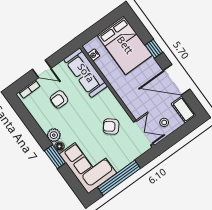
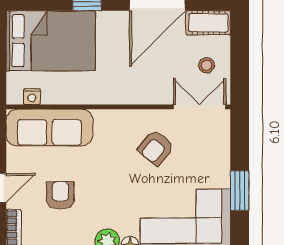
armchair: (59, 99) -> (60, 195), turned 180
window: (119, 178) -> (240, 191), width x0.47

